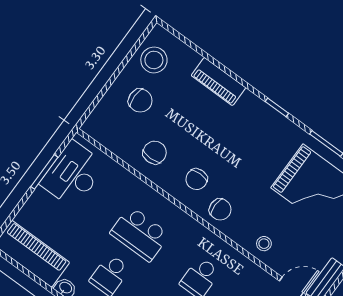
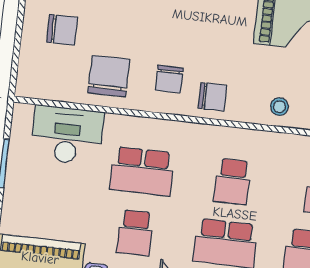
chair: (155, 152) -> (109, 76), width x1.37, depth x1.37
desk: (73, 174) -> (67, 135), moved, turned 90

